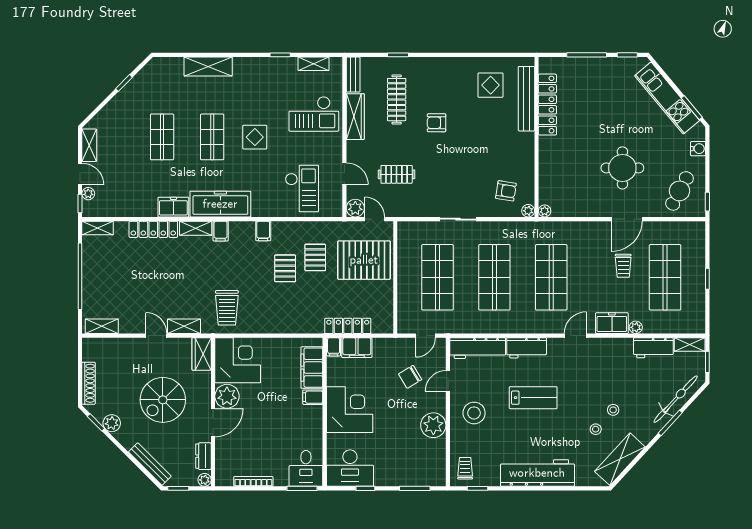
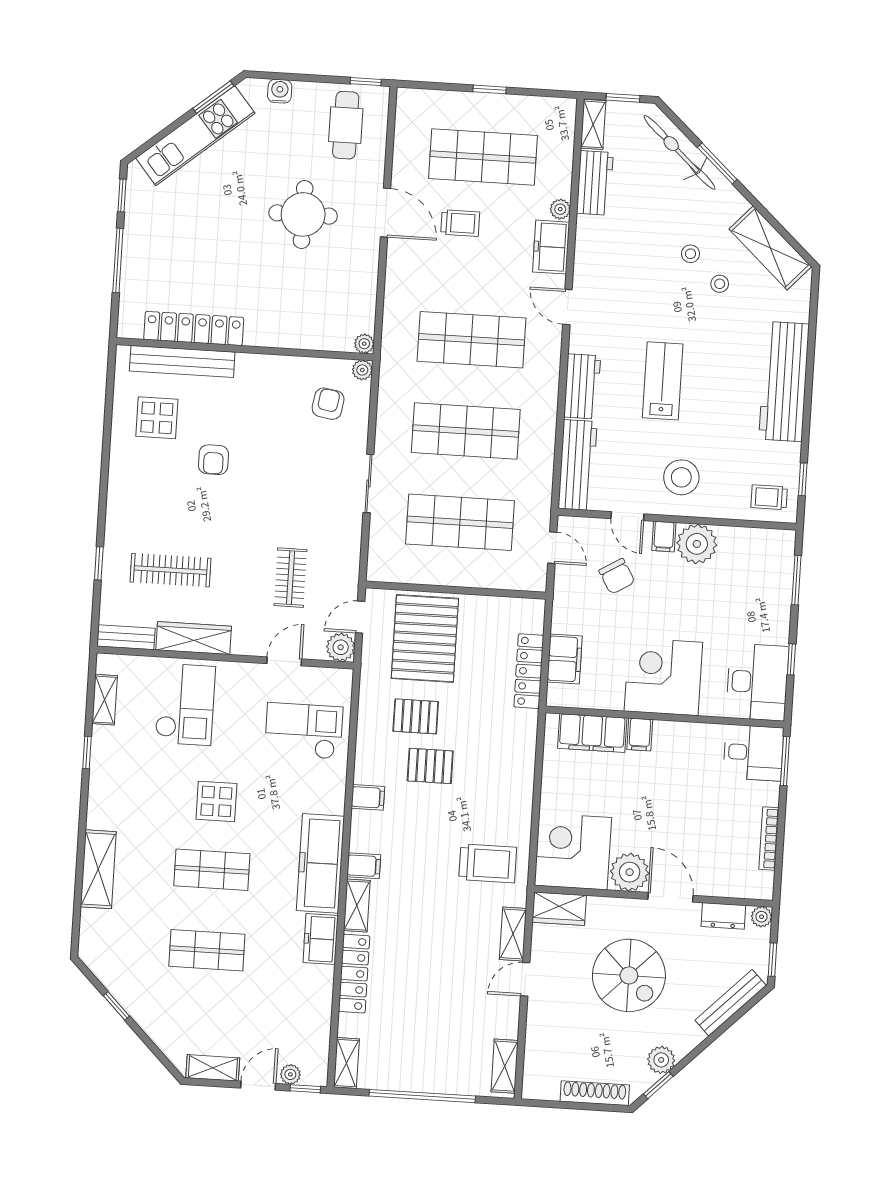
armchair: (436, 123) -> (213, 460), moved
cafe table: (680, 191) -> (346, 125), turned 62
filing cabinet: (334, 347) -> (664, 537), moved, turned 90

